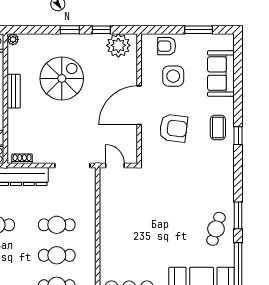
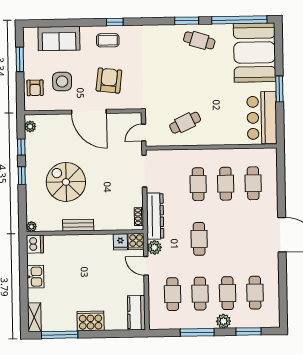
plant: (118, 45) -> (30, 126), width x0.53, depth x0.53
cafe table: (125, 212) -> (185, 123), added

